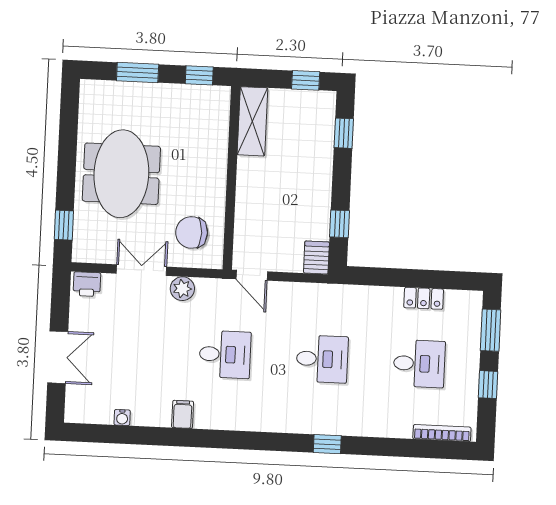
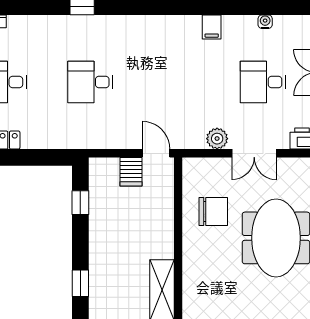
chair: (192, 232) -> (213, 212), moved
server rack: (316, 258) -> (131, 172), moved
desk: (225, 354) -> (263, 82), moved

